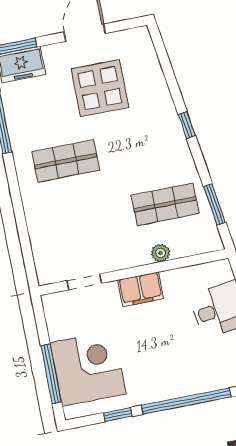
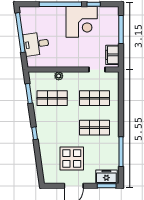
shop shelf: (78, 222) -> (94, 98), added
filing cabinet: (141, 289) -> (112, 55), moved, turned -90
corner desk: (88, 368) -> (82, 22), moved, turned -90

